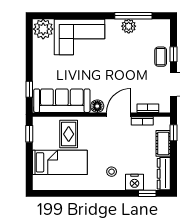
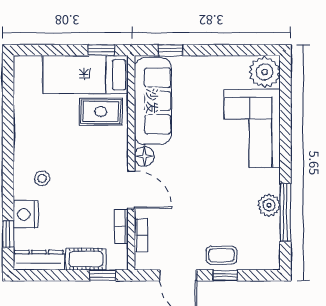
bed: (60, 162) -> (85, 75), moved, turned 90

